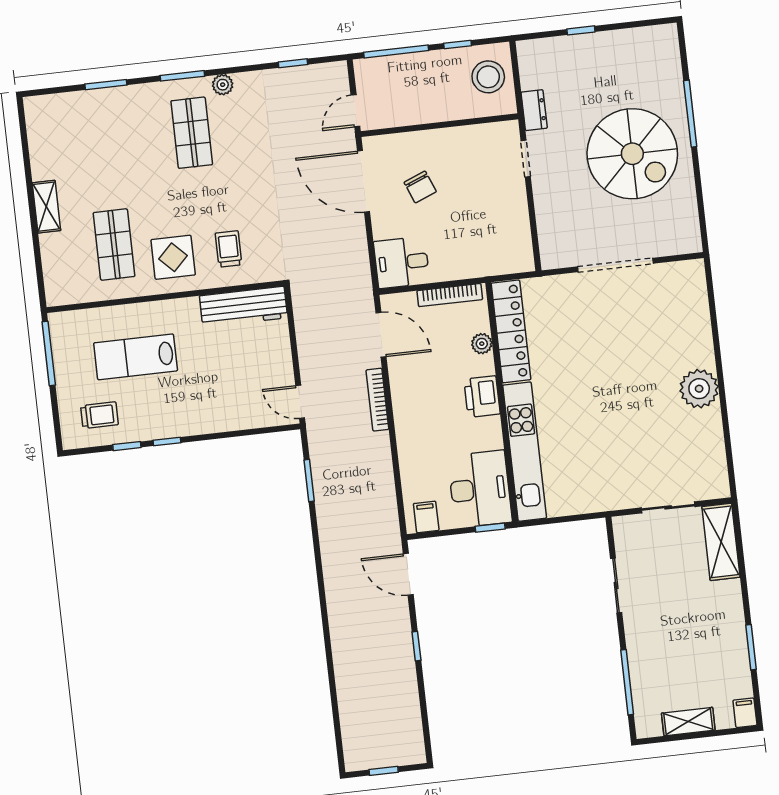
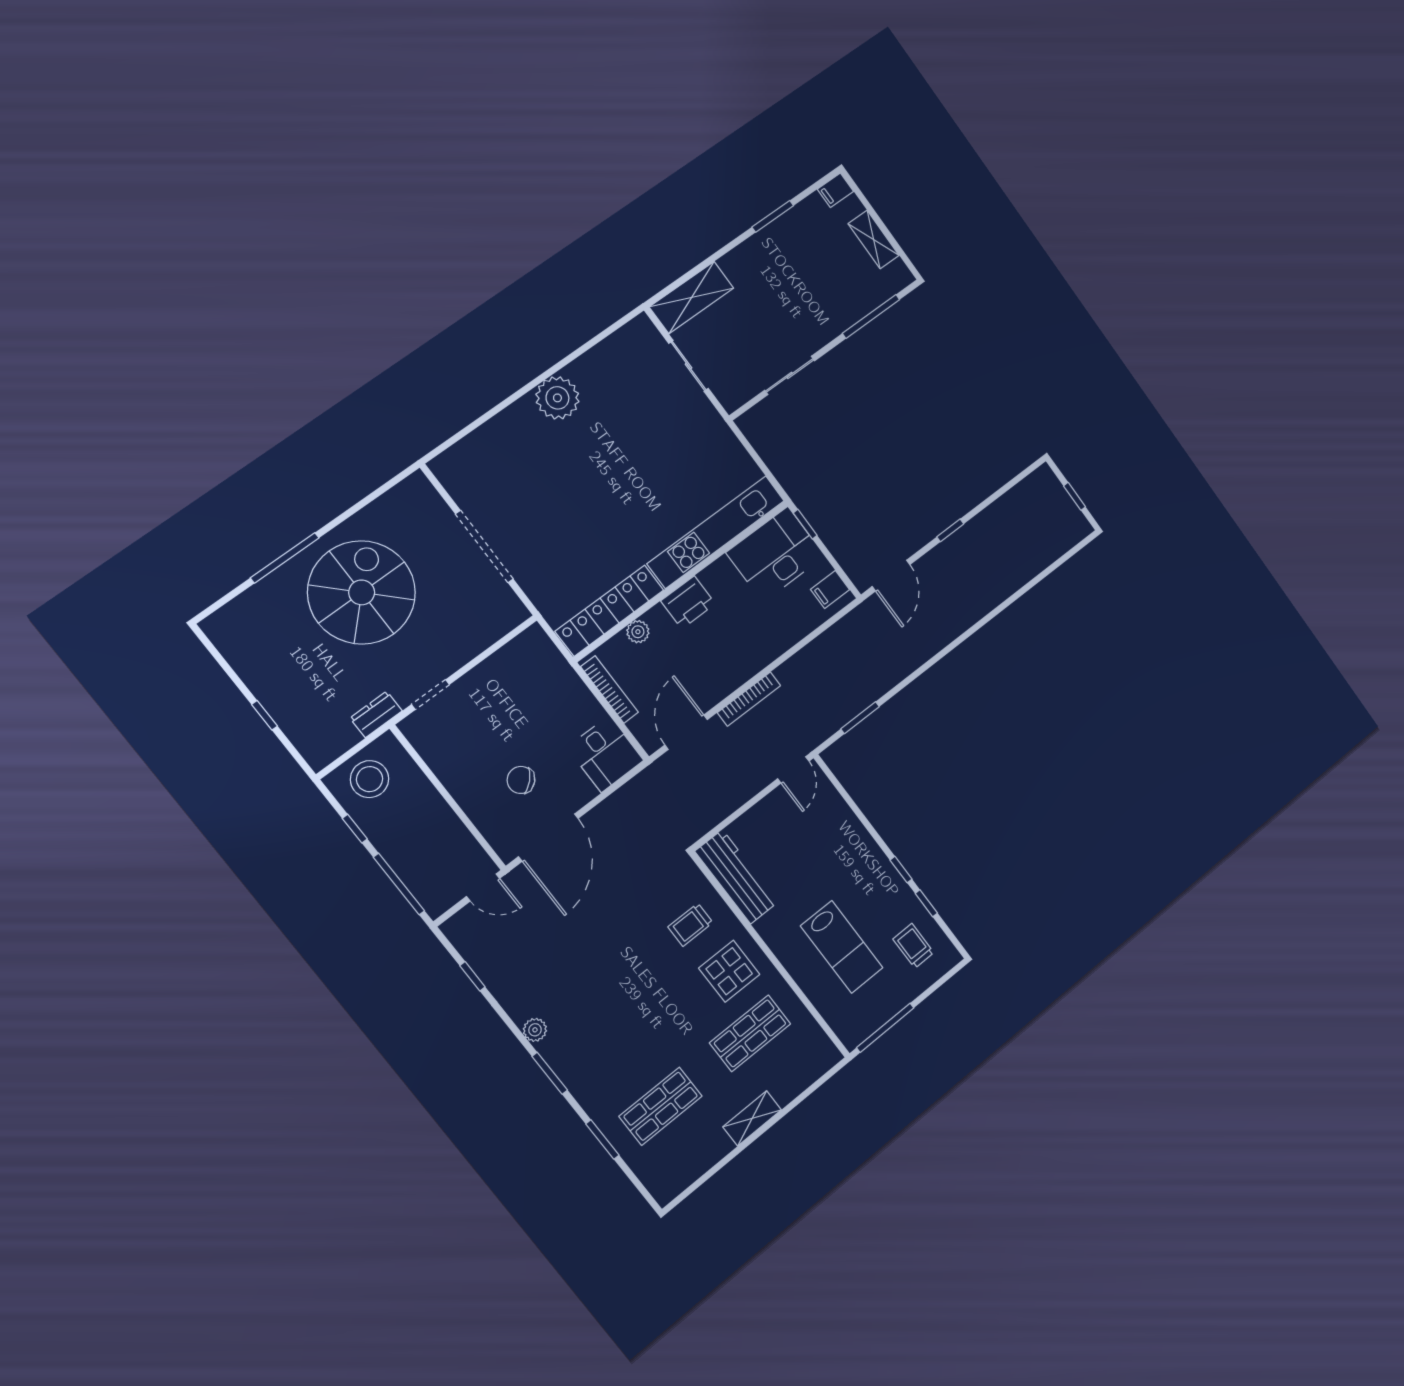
shop shelf: (192, 133) -> (661, 1106), moved
chair: (420, 187) -> (521, 780), turned -112

